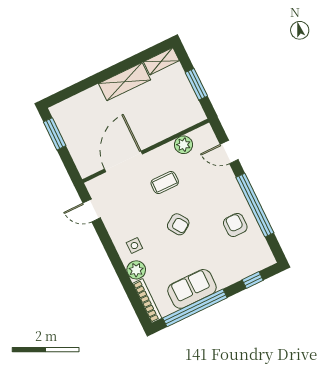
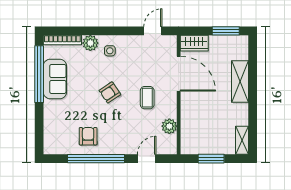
shelving: (124, 82) -> (240, 82), moved
wardrobe: (84, 161) -> (194, 43), added
armchair: (235, 225) -> (88, 136), turned -90
window: (253, 280) -> (39, 129), removed

